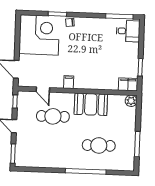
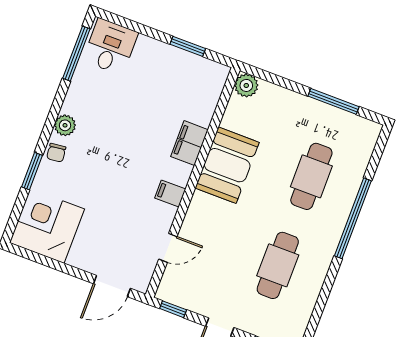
plant: (84, 22) -> (65, 125), added
corner desk: (39, 35) -> (47, 226), width x0.74, depth x0.74
filing cabinet: (128, 84) -> (189, 143), moved
cafe table: (53, 116) -> (278, 265), moved

